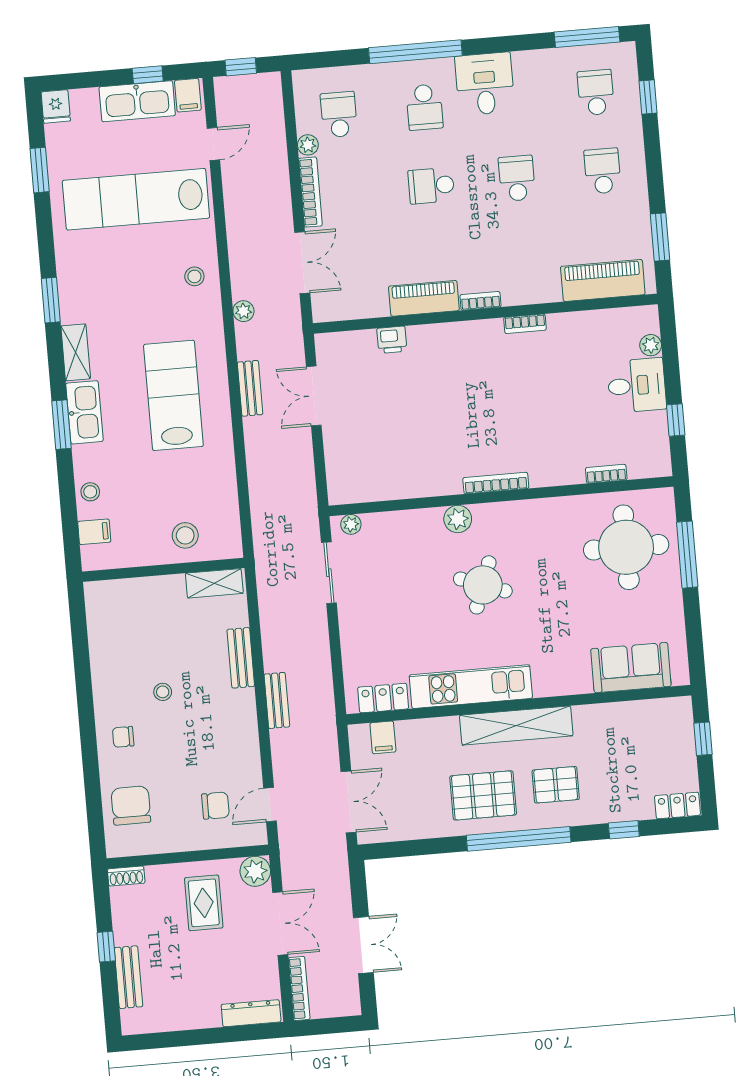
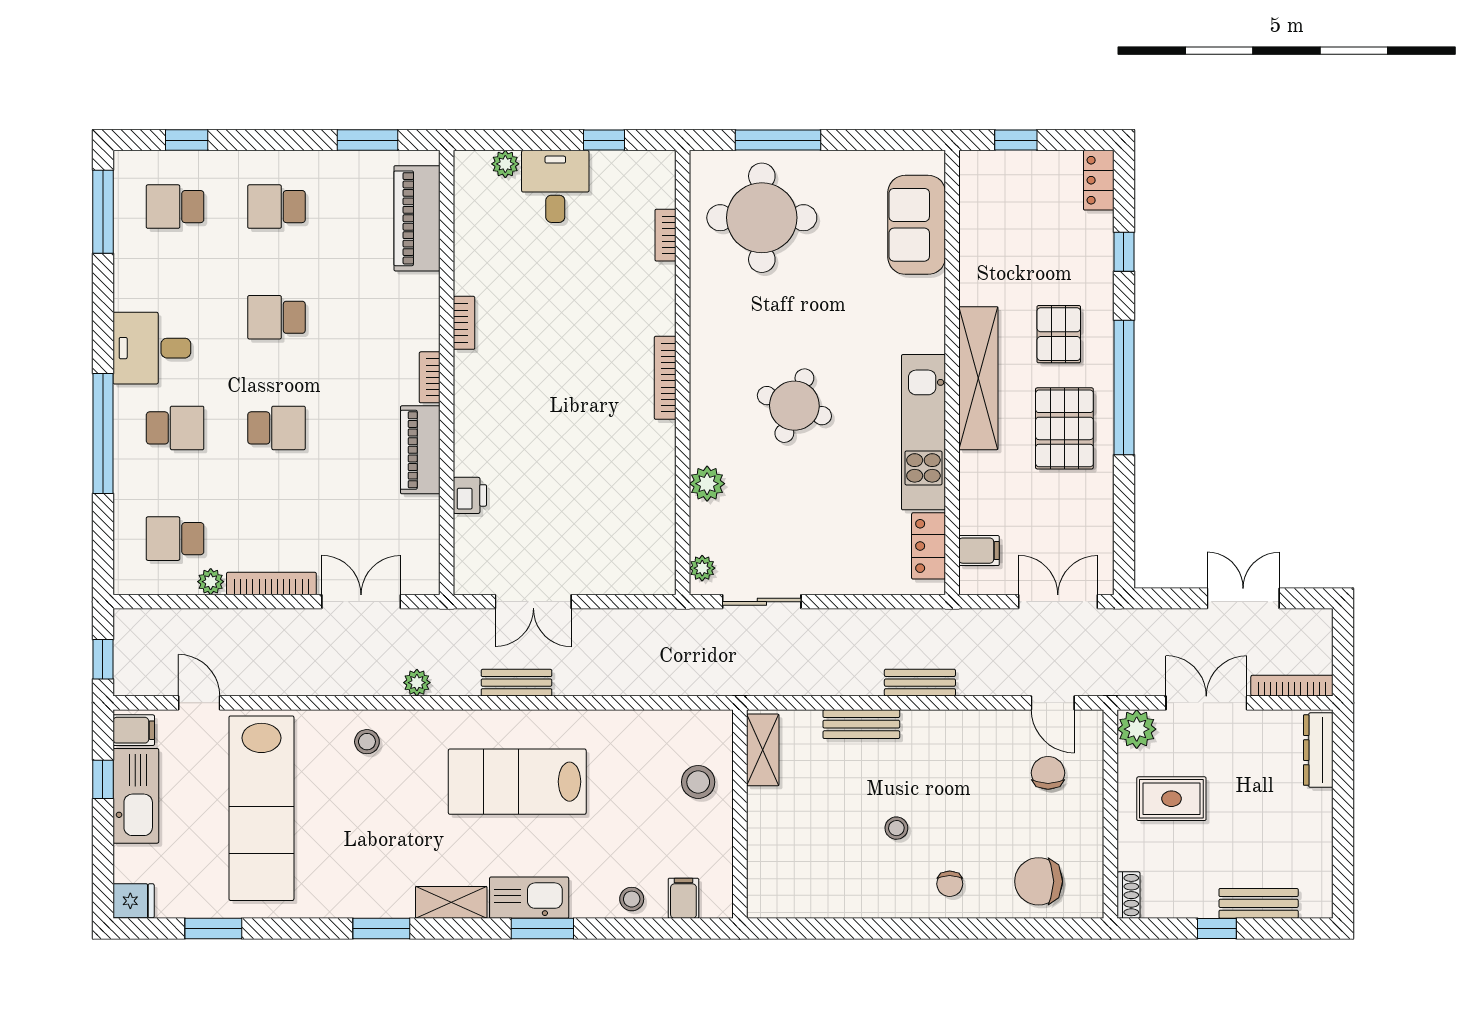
school desk: (431, 186) -> (277, 428), turned -90
plant: (458, 519) -> (707, 484), moved

